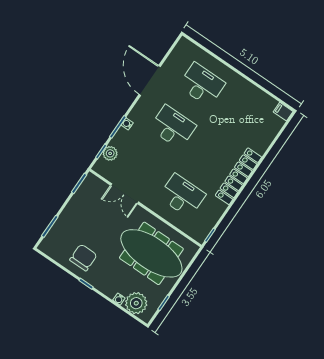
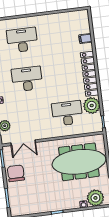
filing cabinet: (283, 112) -> (85, 38), moved
double door: (125, 194) -> (23, 143), moved
plant: (213, 209) -> (92, 106), added
chair: (83, 257) -> (16, 173), moved

